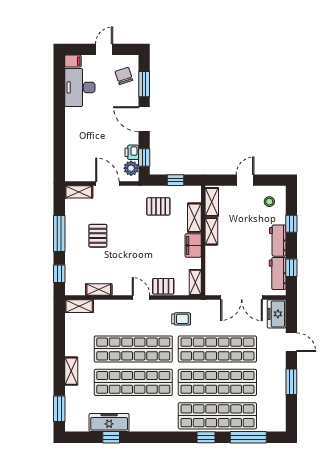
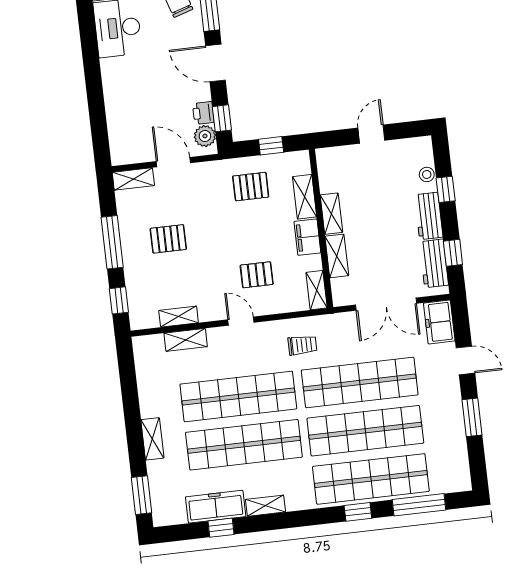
shelving: (212, 202) -> (337, 256), moved
stool: (269, 202) -> (427, 174), moved
pallet: (98, 236) -> (168, 239), turned 90
pallet: (163, 286) -> (257, 275), moved
shelving: (79, 306) -> (186, 340), moved
shelving: (143, 426) -> (265, 506), added

